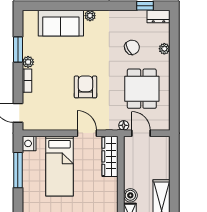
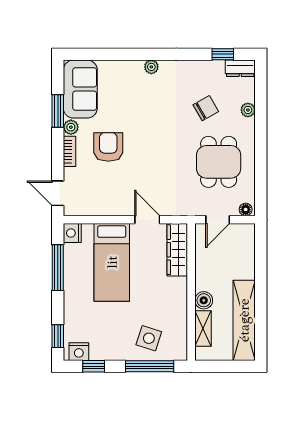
sofa: (61, 23) -> (80, 89), moved, turned -90
armchair: (85, 87) -> (108, 147), moved
floor lamp: (124, 125) -> (246, 209), moved
door: (141, 133) -> (218, 220), swing flipped

